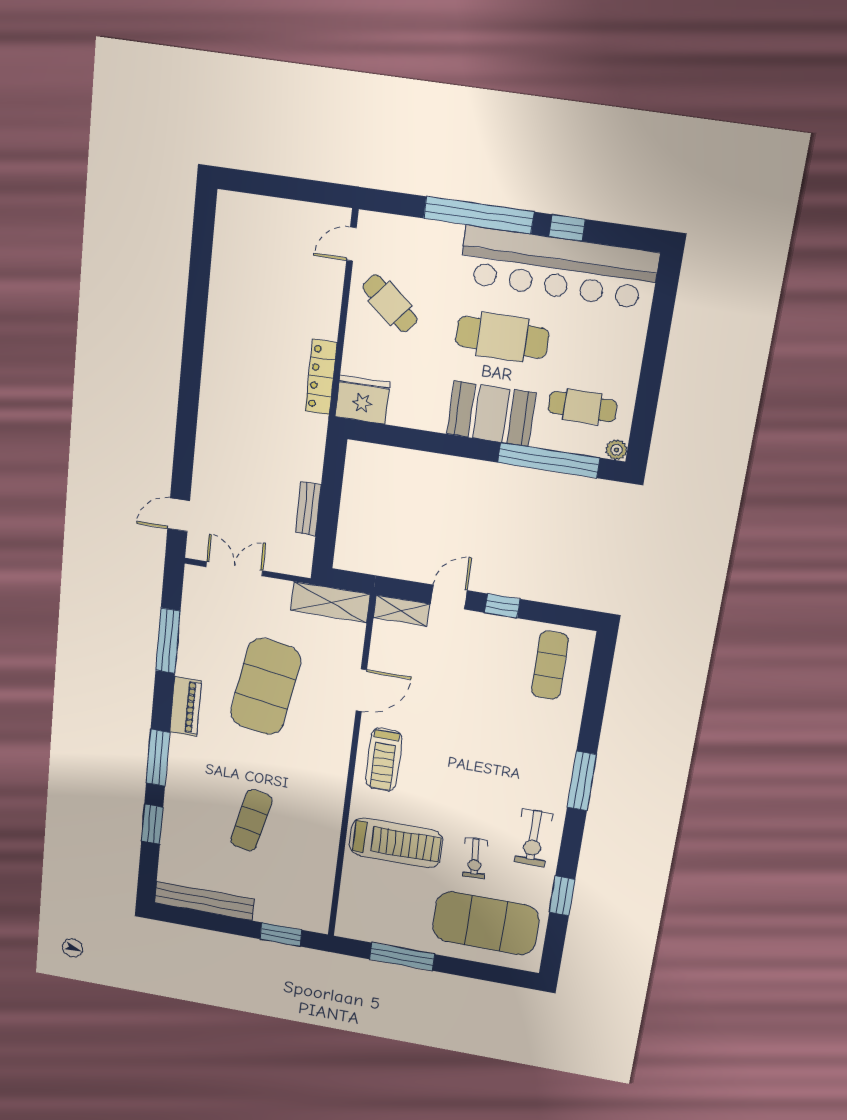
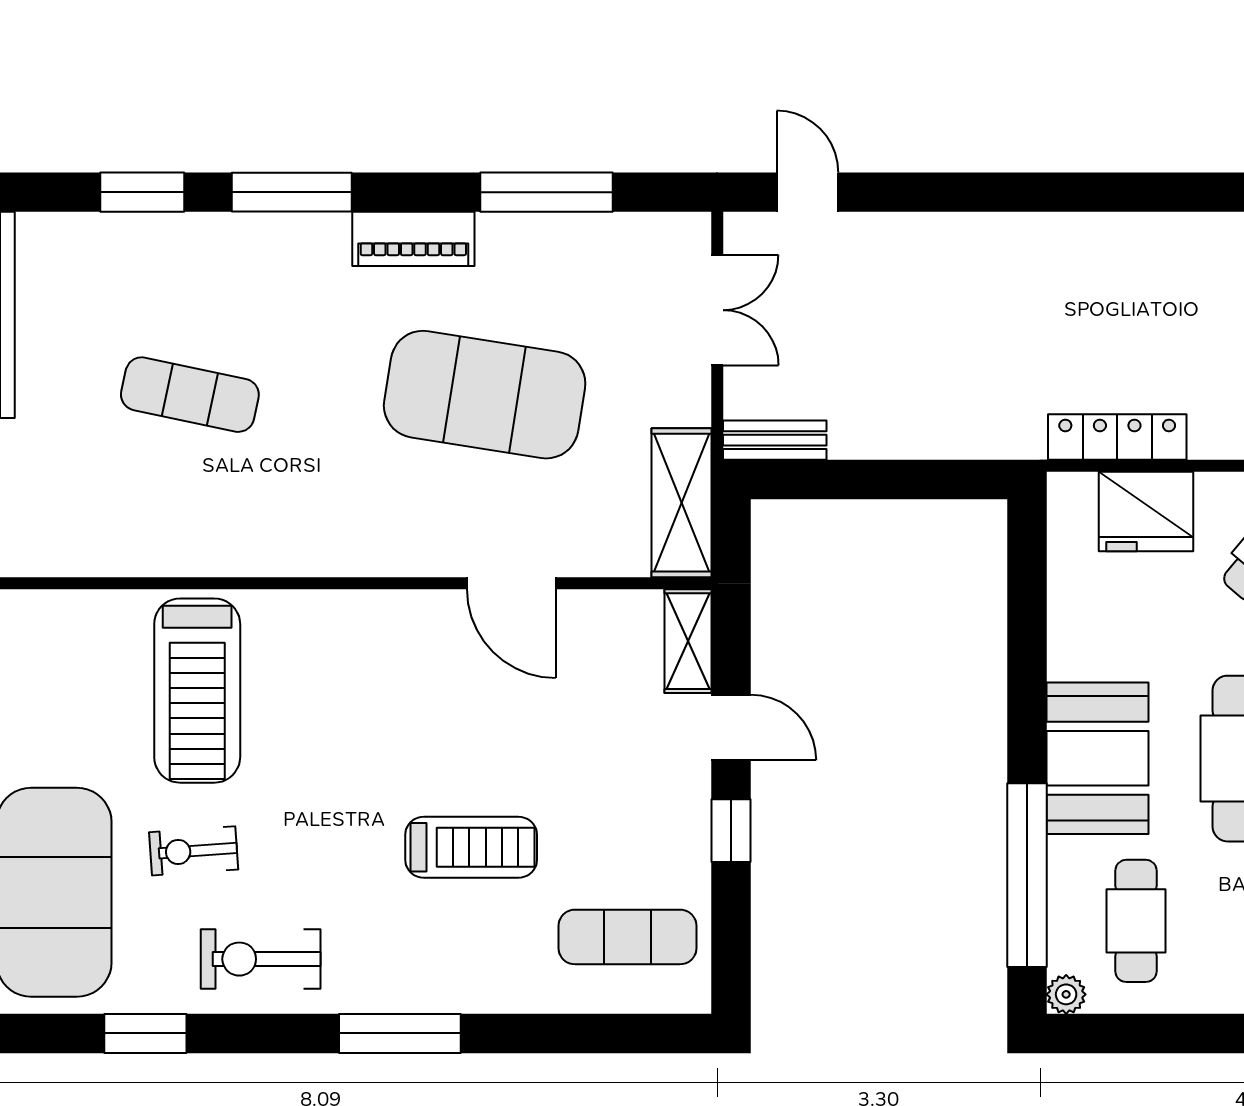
fridge: (363, 400) -> (1146, 512), moved, turned 90
bench: (308, 509) -> (775, 440), moved
treadmill: (384, 760) -> (471, 847), moved, turned 180

